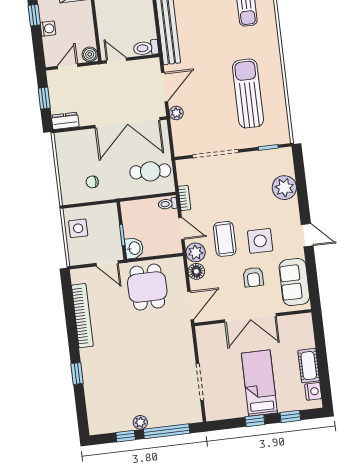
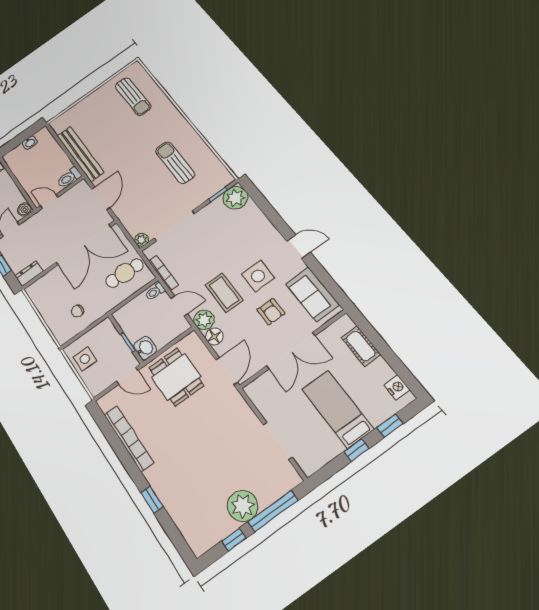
sun lounger: (248, 93) -> (175, 163), width x0.73, depth x0.75
plant: (176, 113) -> (141, 240), moved
plant: (284, 188) -> (235, 198), moved
bookcase: (184, 198) -> (163, 273), width x1.56
cot: (309, 366) -> (361, 346), moved
plant: (140, 422) -> (243, 506), width x1.88, depth x1.88

